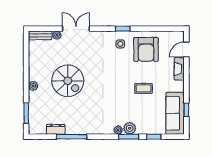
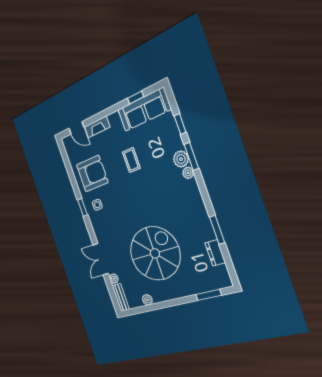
spiral stairs: (68, 81) -> (155, 253), width x1.37, depth x1.37
plant: (33, 86) -> (147, 300), moved
window: (72, 137) -> (217, 230), width x0.69

